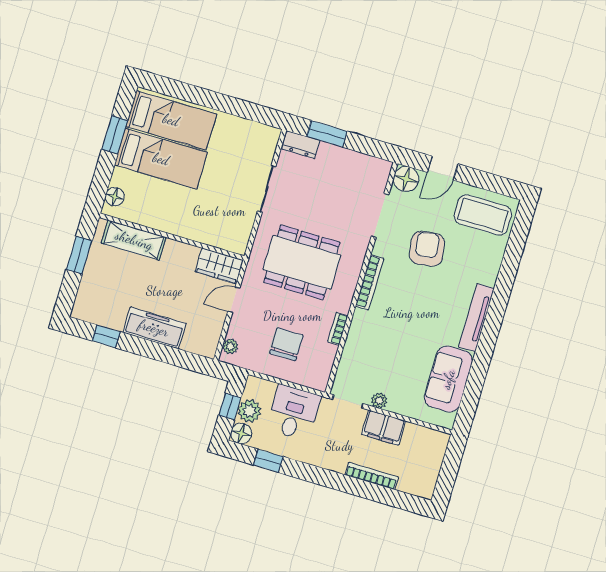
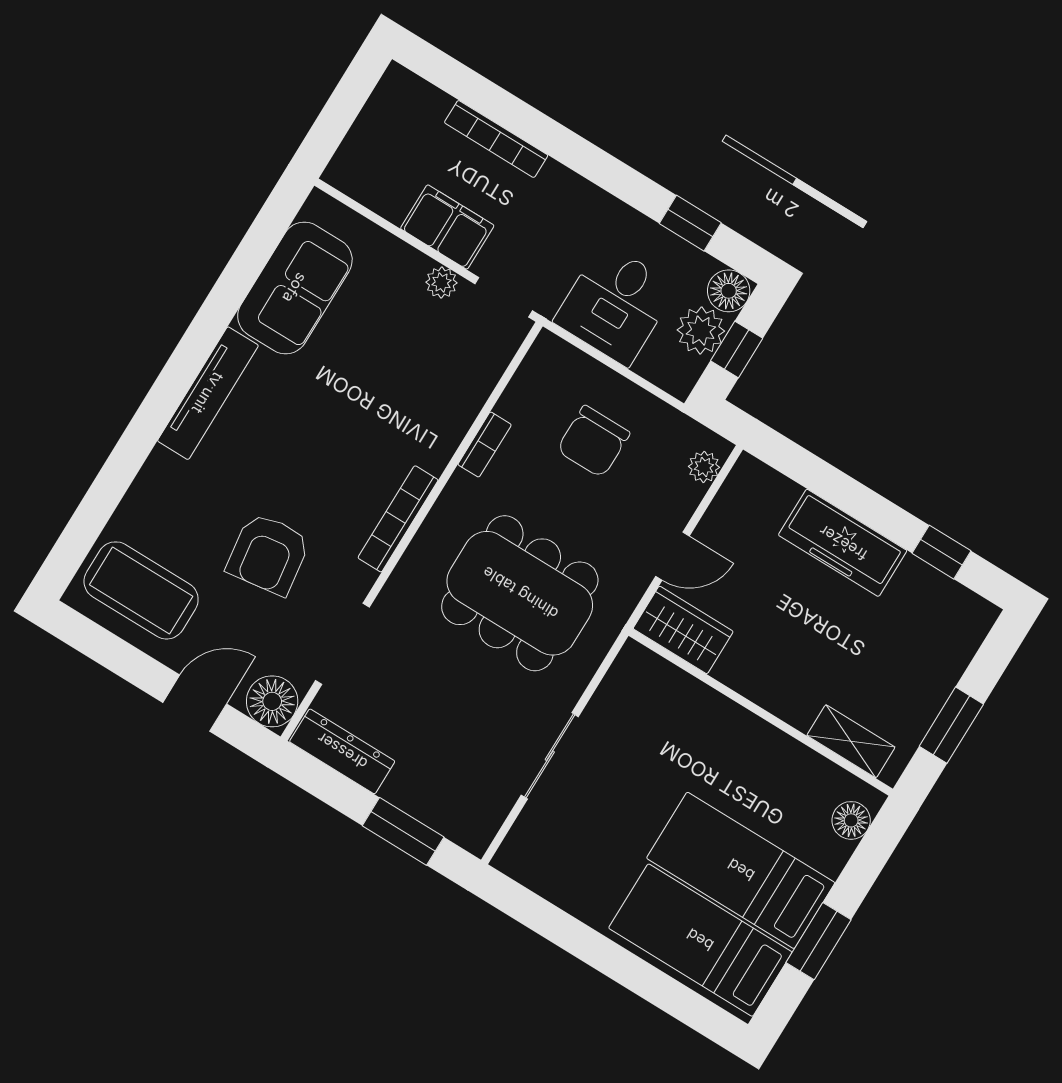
dresser: (301, 145) -> (342, 751), moved, width x1.44
shelving: (134, 240) -> (851, 741), width x0.67, depth x0.75

